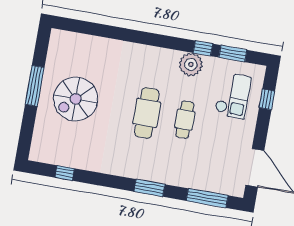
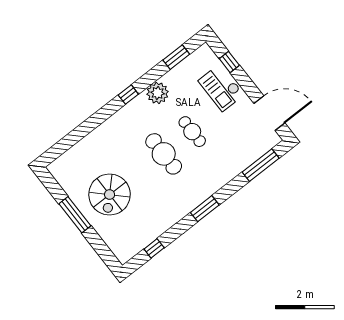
window: (203, 48) -> (128, 95), moved
checkout: (233, 96) -> (221, 88), moved, turned 180
window: (149, 188) -> (205, 209), moved

